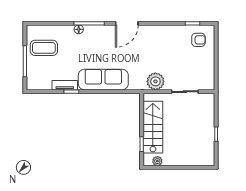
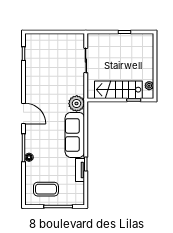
armchair: (198, 40) -> (39, 48), removed
coffee table: (44, 48) -> (46, 189), turned 90
plant: (155, 81) -> (77, 103), moved

